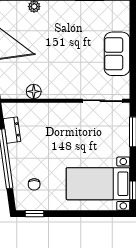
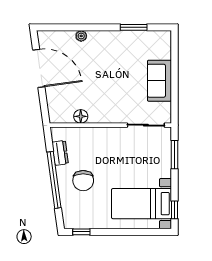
chair: (34, 184) -> (83, 181), moved, width x1.87, depth x1.87

